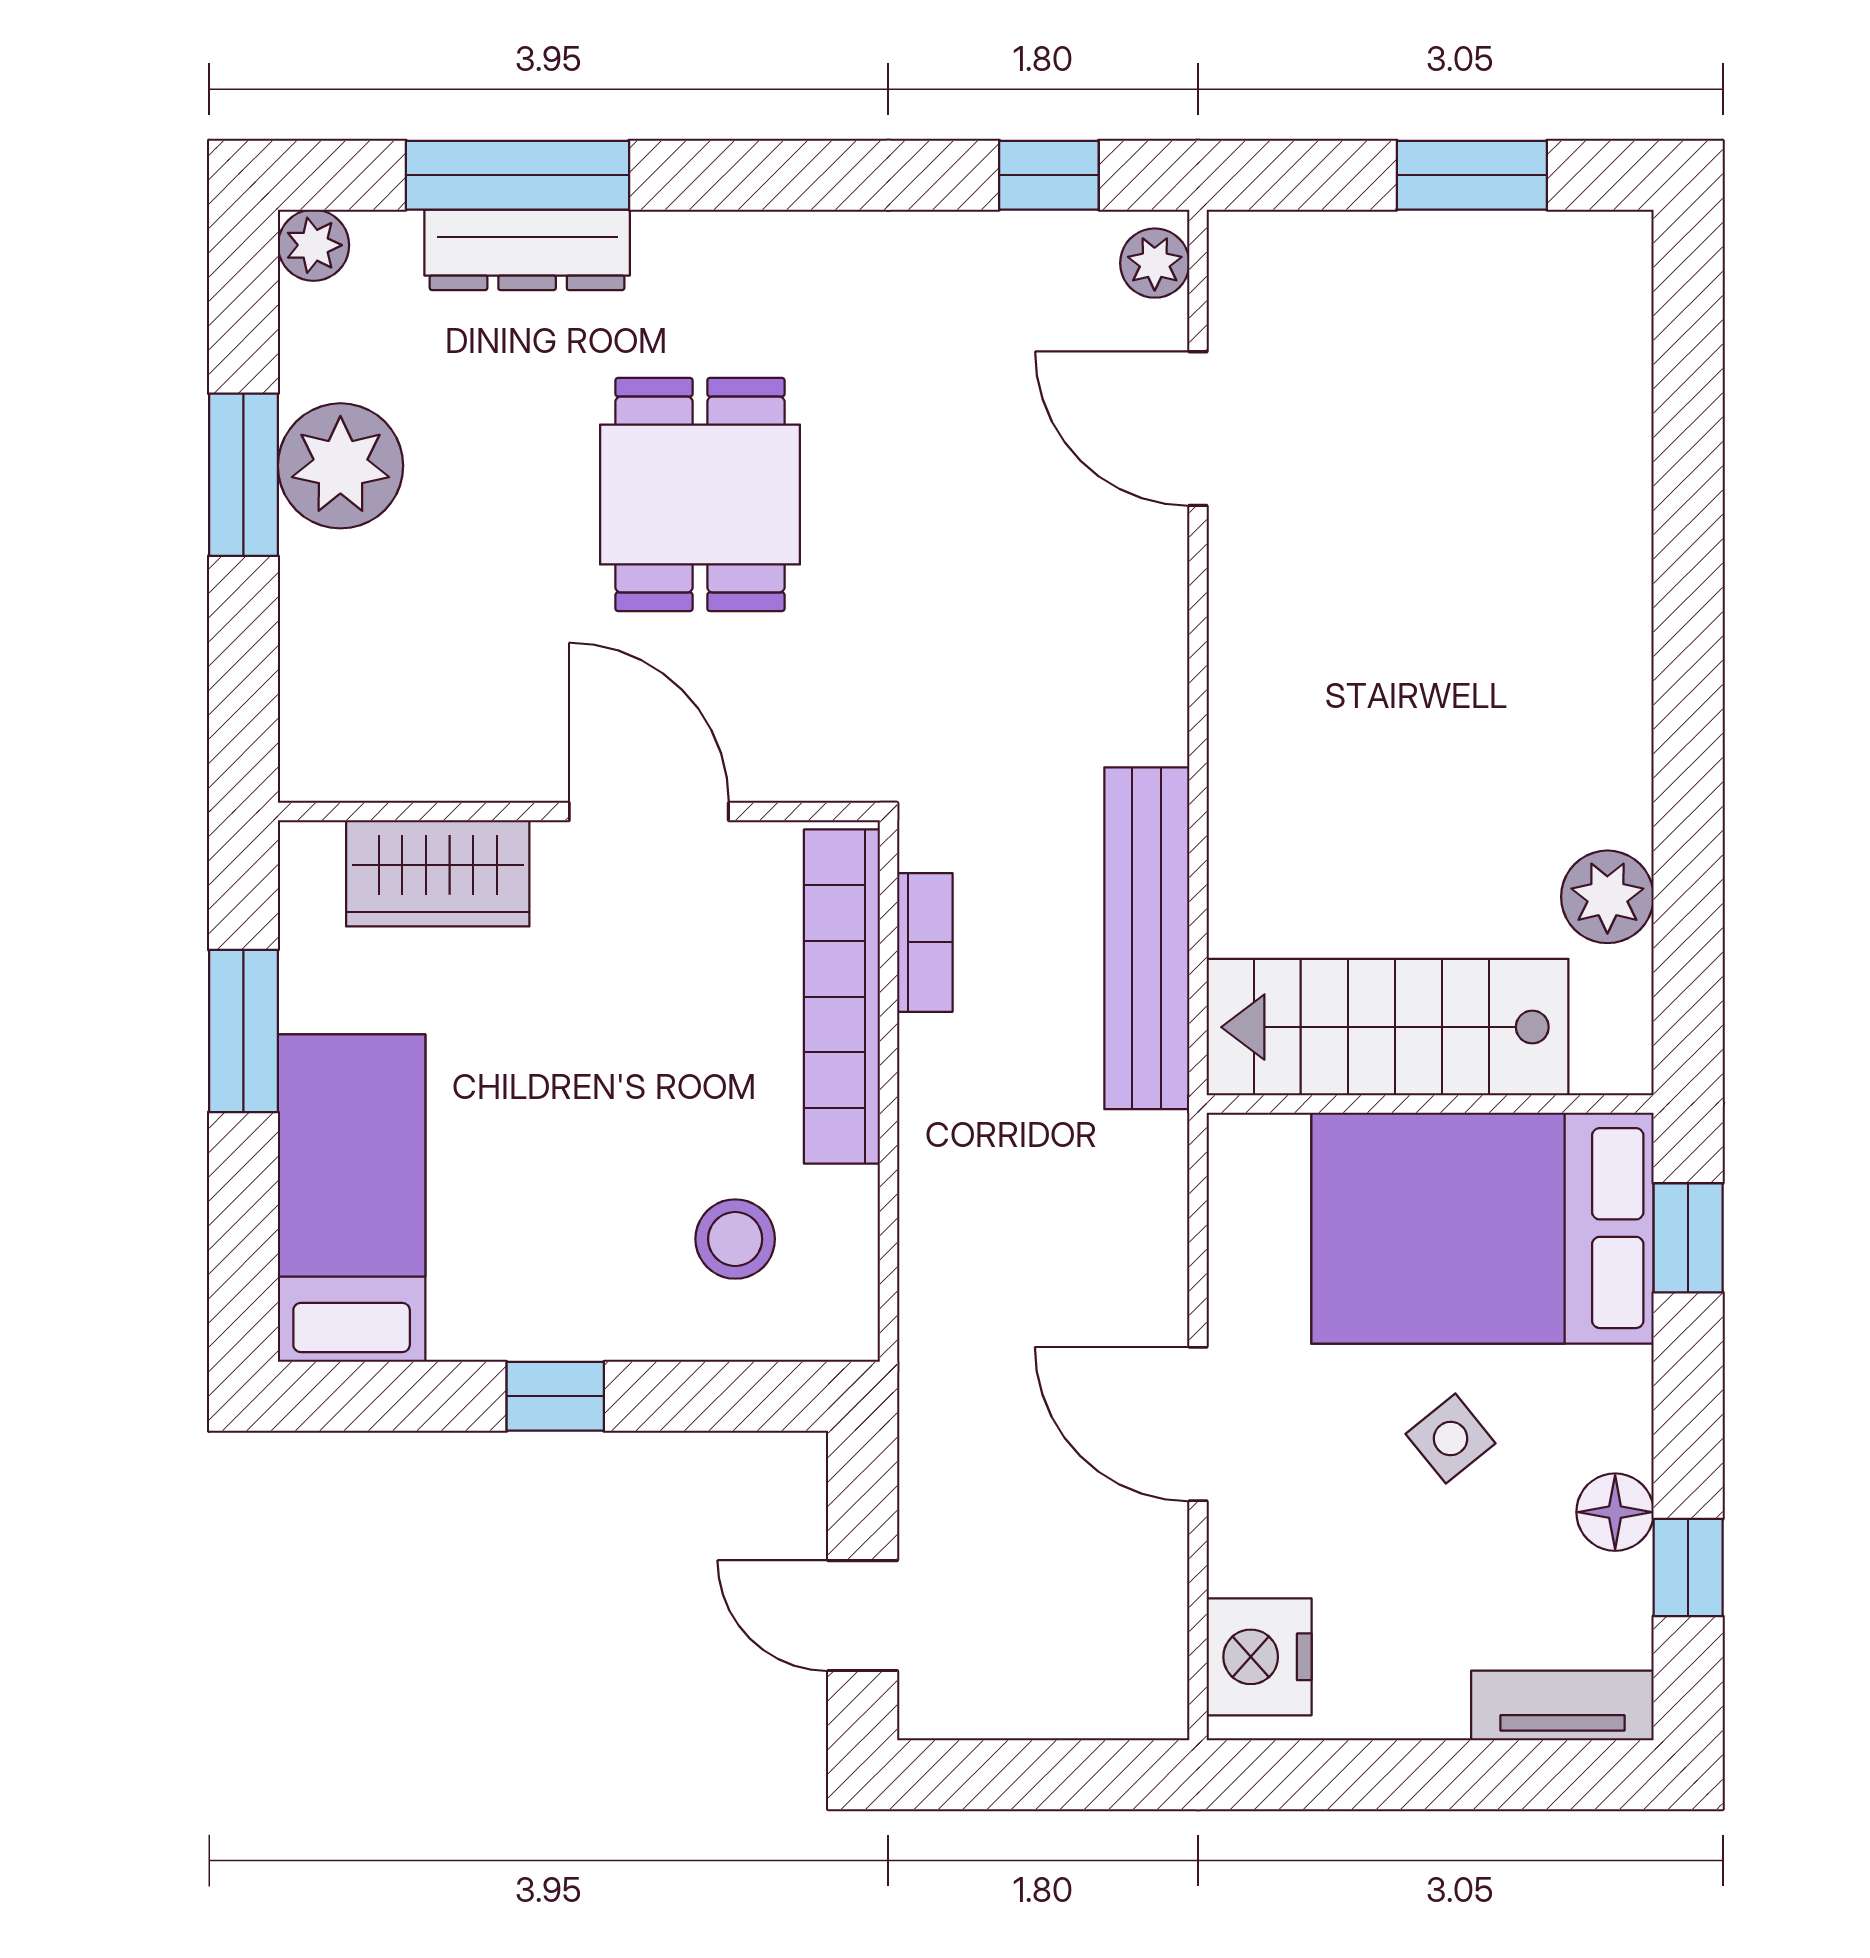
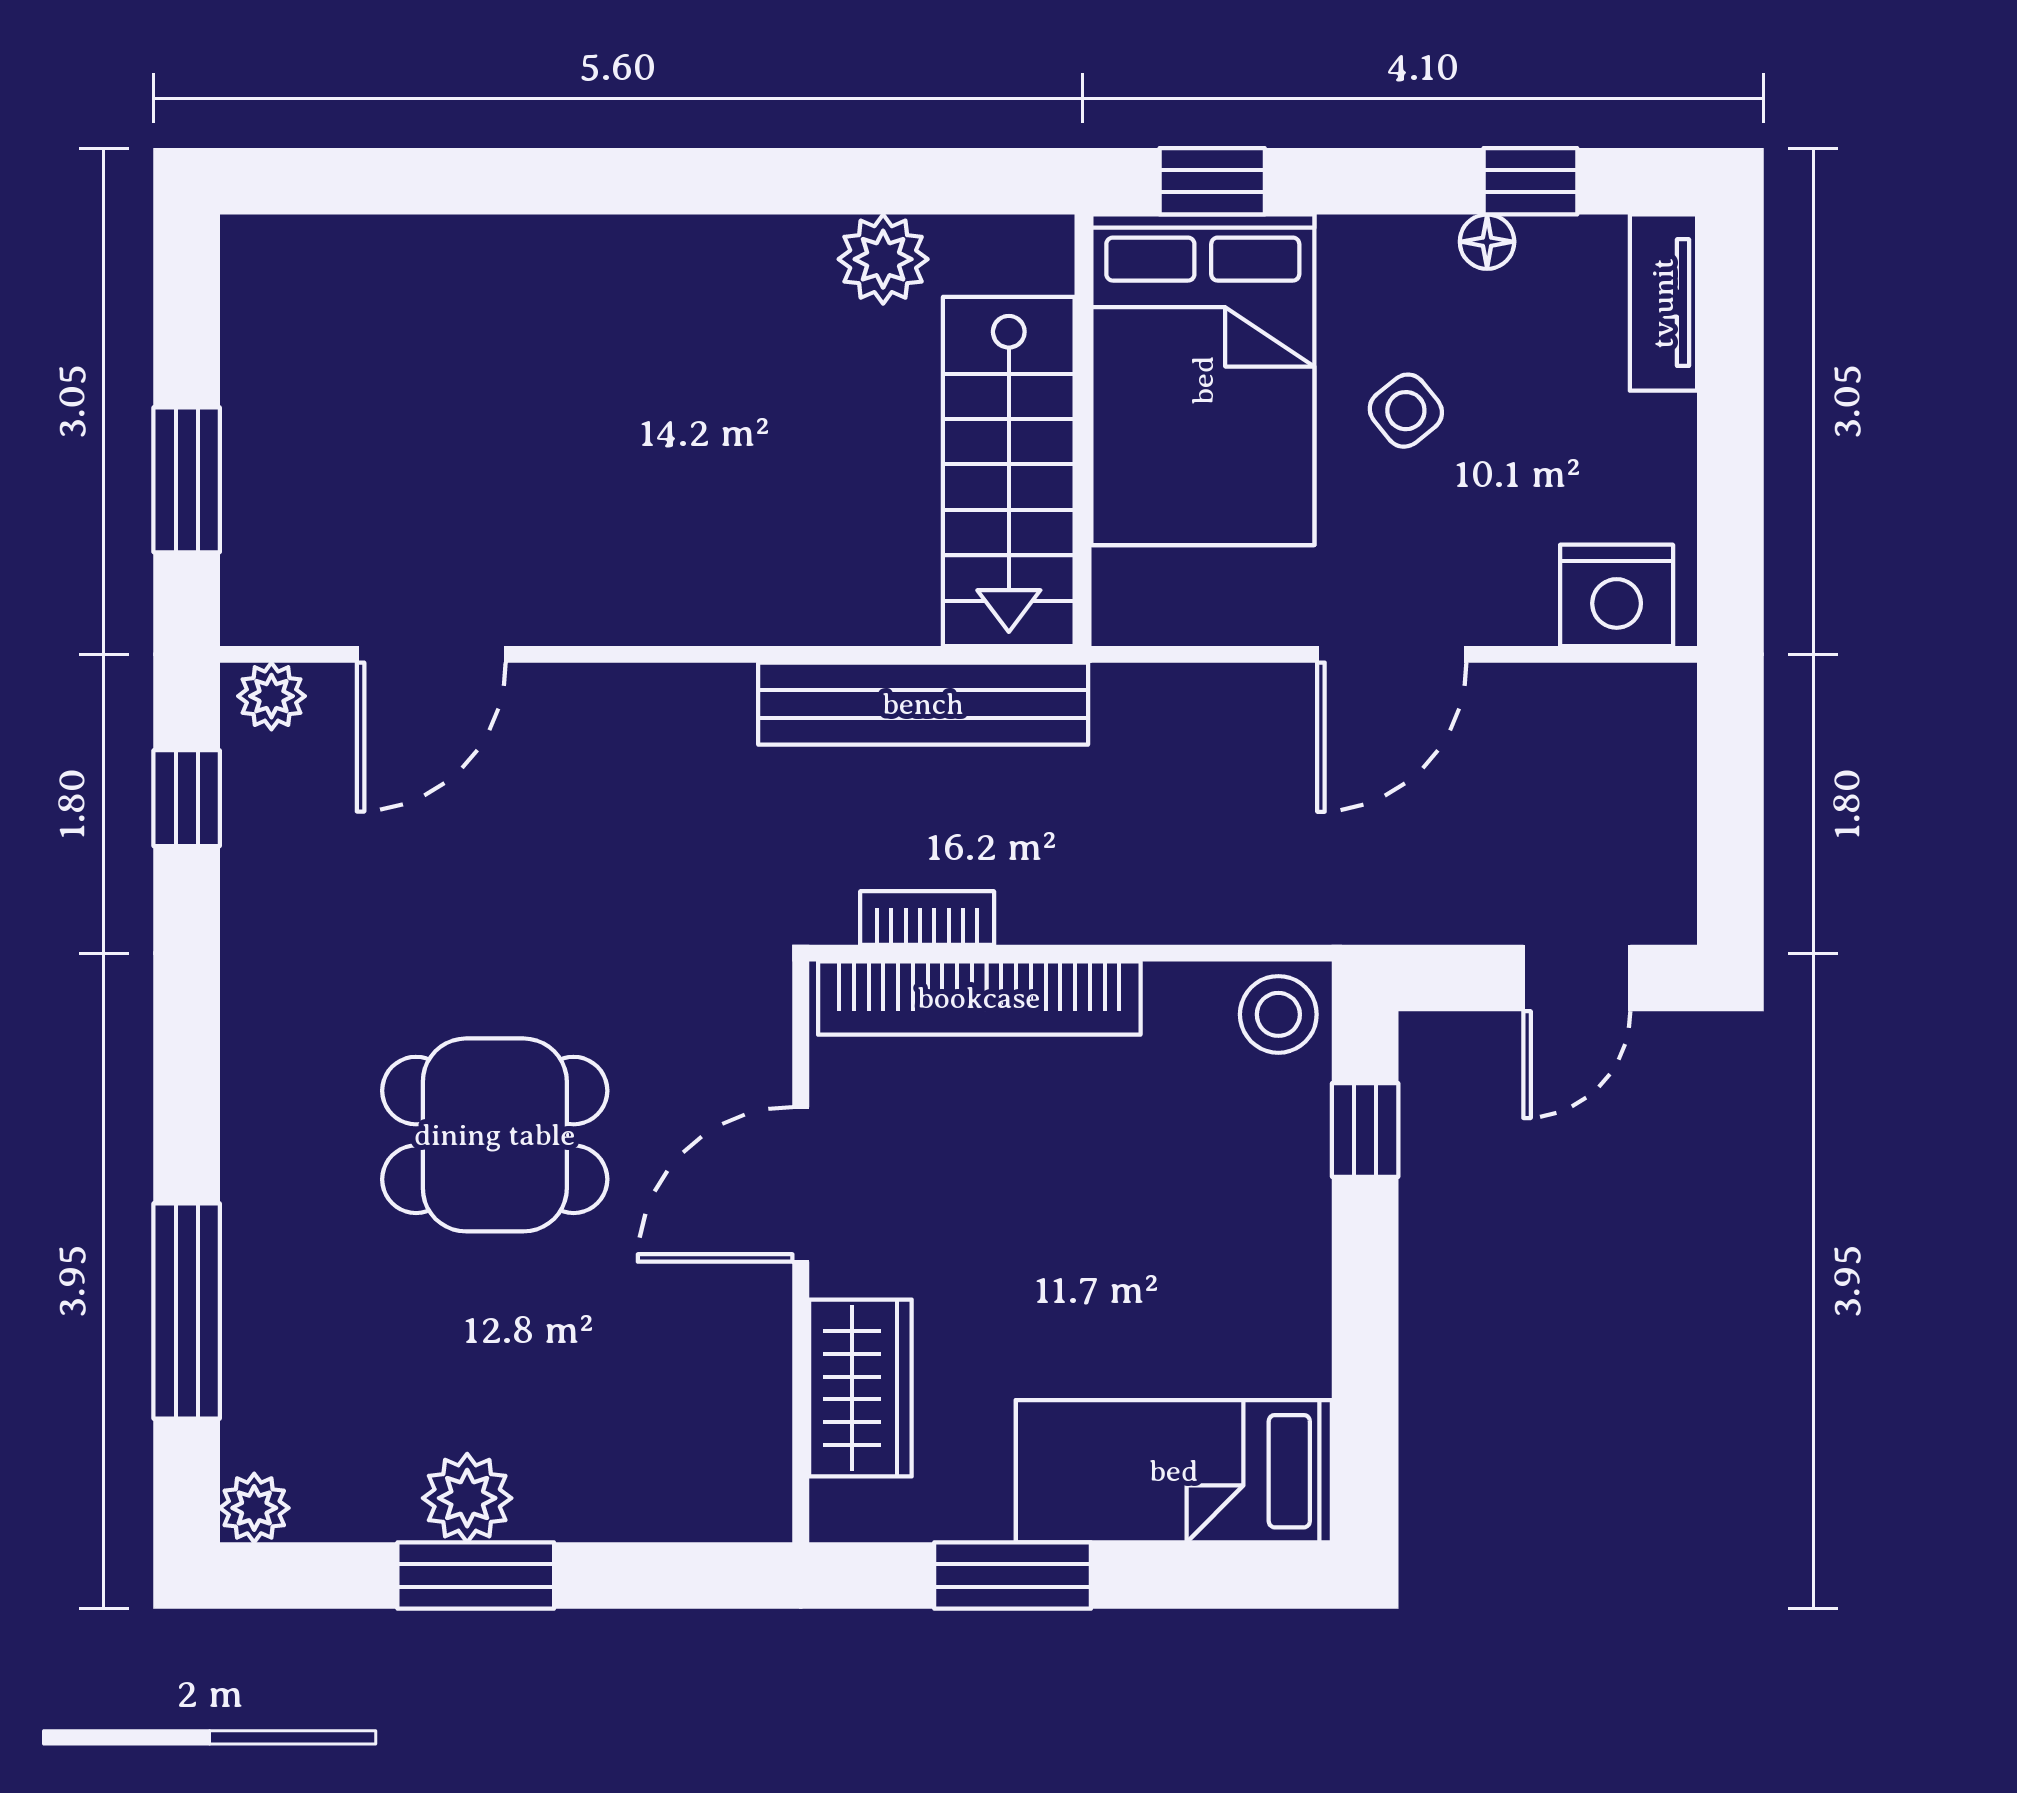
window: (1472, 175) -> (187, 480), moved
dresser: (527, 250) -> (259, 1302), removed
plant: (340, 466) -> (467, 1498), width x0.73, depth x0.73
stool: (735, 1239) -> (1278, 1014), moved
window: (555, 1396) -> (1365, 1130), moved
floor lamp: (1615, 1512) -> (1487, 242), width x0.73, depth x0.73

